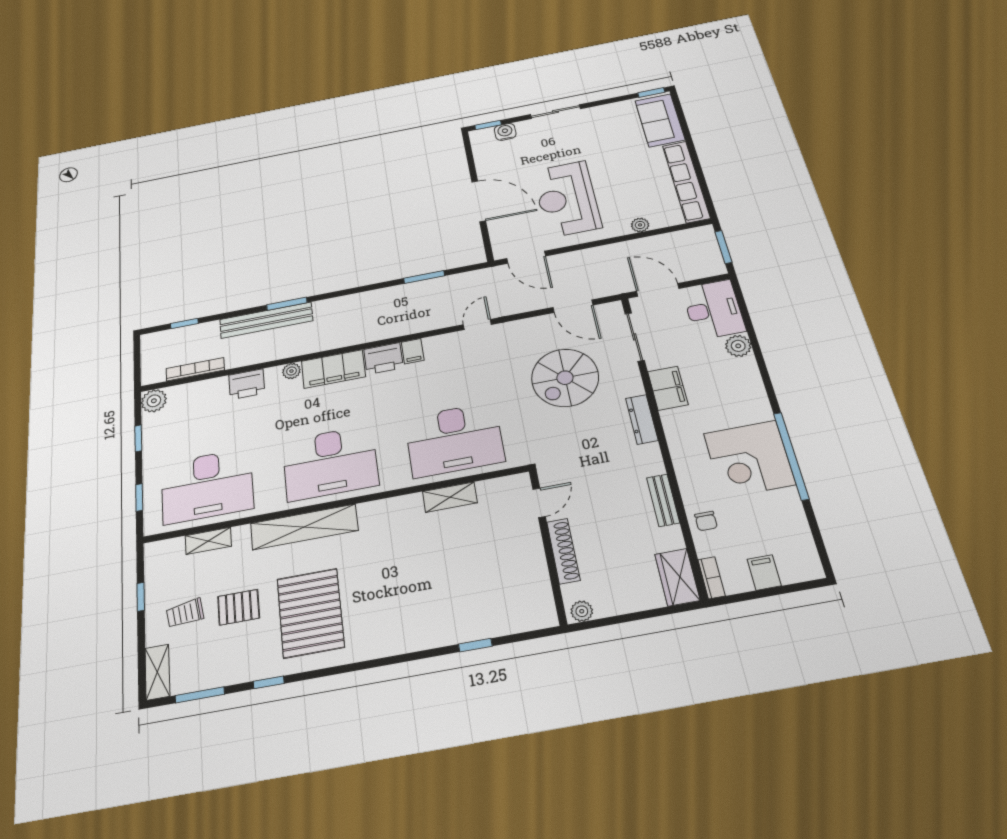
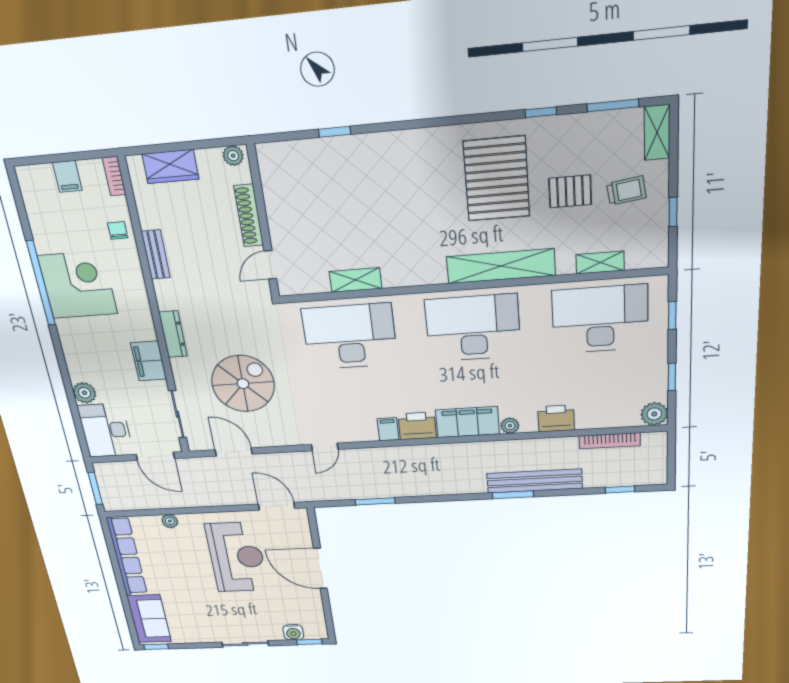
wardrobe: (677, 577) -> (170, 166), moved, turned 90

